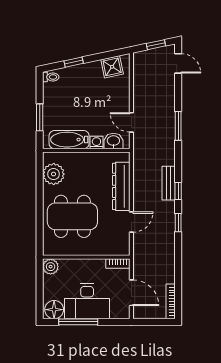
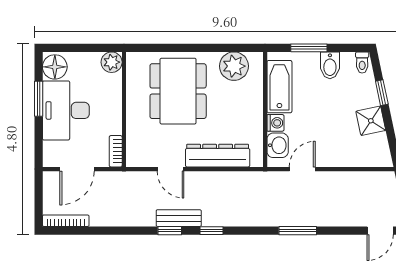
shower: (112, 67) -> (371, 121), moved
bidet: (53, 101) -> (330, 65), added
bench: (169, 183) -> (179, 218), moved
window: (78, 322) -> (39, 99), width x0.69

